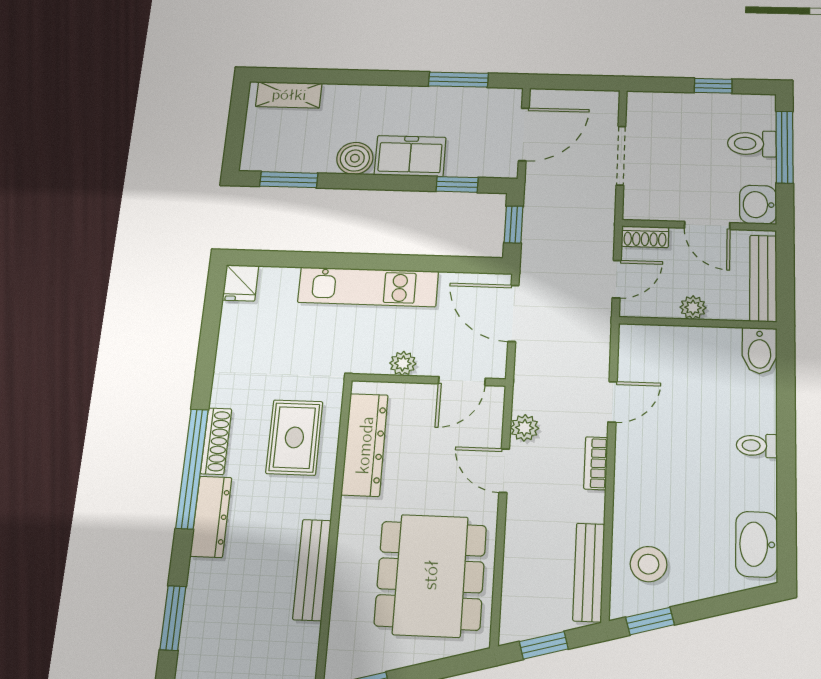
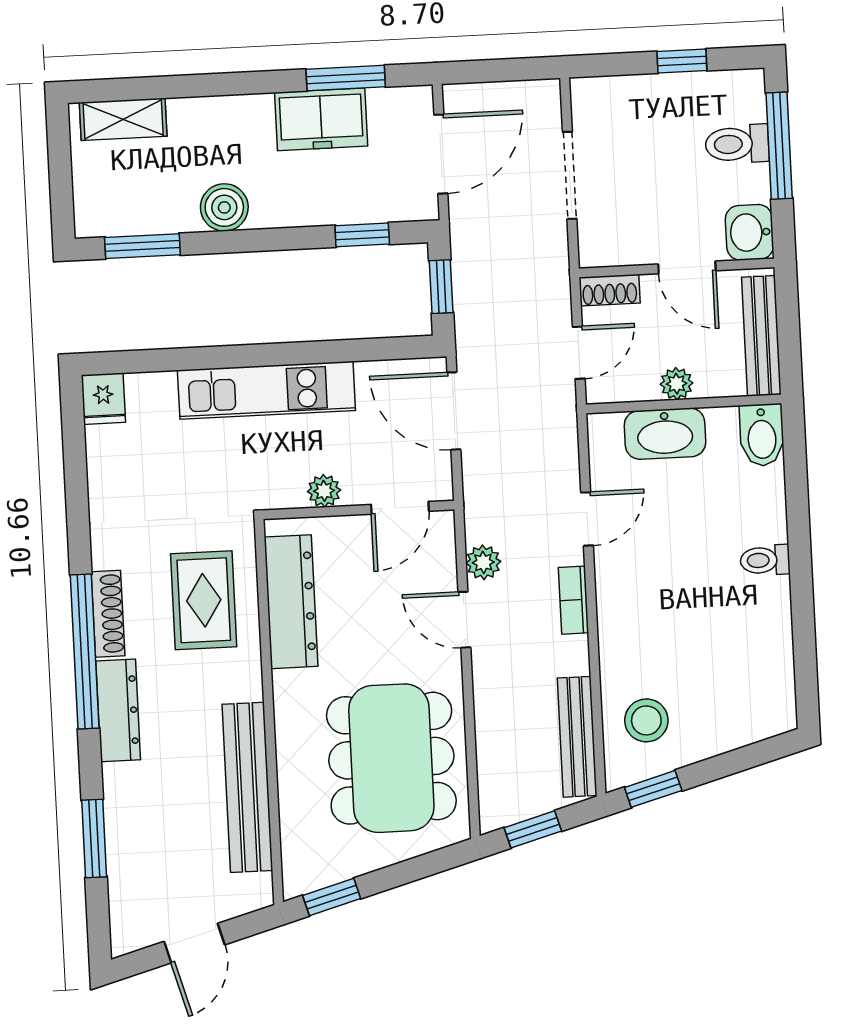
freezer: (410, 156) -> (321, 119), moved, turned 180
washbasin: (757, 544) -> (665, 434), moved, turned -90
bench: (312, 570) -> (247, 787), width x1.37, depth x1.21

